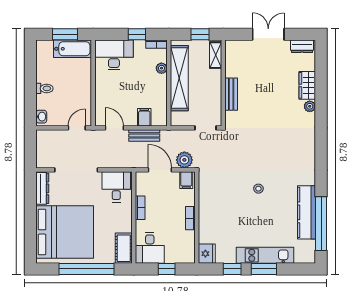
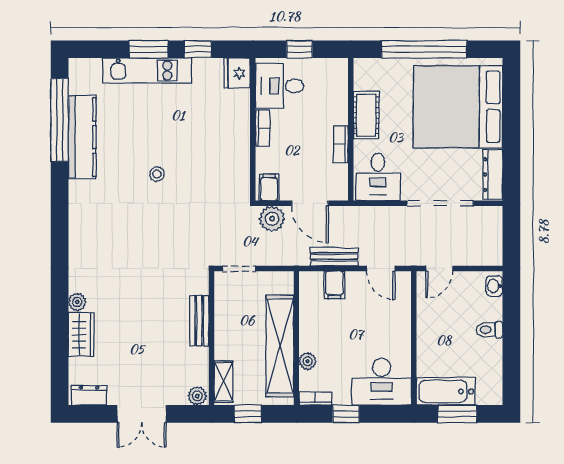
plant: (232, 46) -> (197, 396), added
cot: (124, 248) -> (366, 115), moved
desk: (150, 248) -> (280, 86), moved, turned -90

